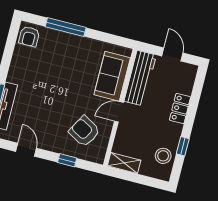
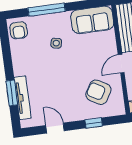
side table: (62, 65) -> (56, 43), added
sofa: (112, 76) -> (92, 20), moved, turned -90

